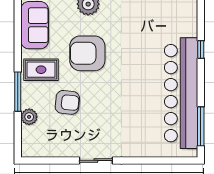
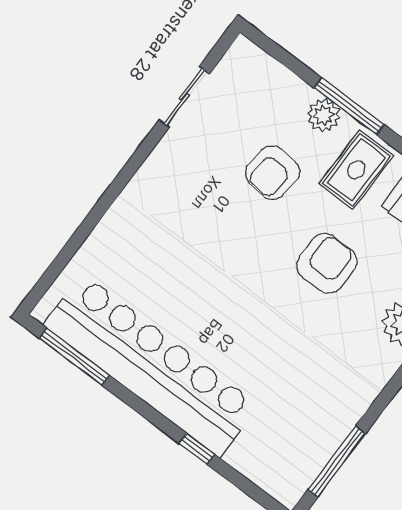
armchair: (87, 53) -> (327, 263), width x0.73, depth x0.73
plant: (29, 117) -> (324, 115), moved
sliding door: (96, 160) -> (184, 97), moved

